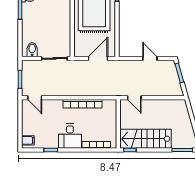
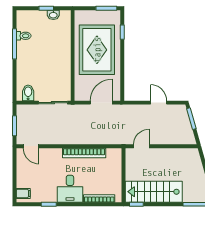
door: (134, 98) -> (141, 146), swing flipped

